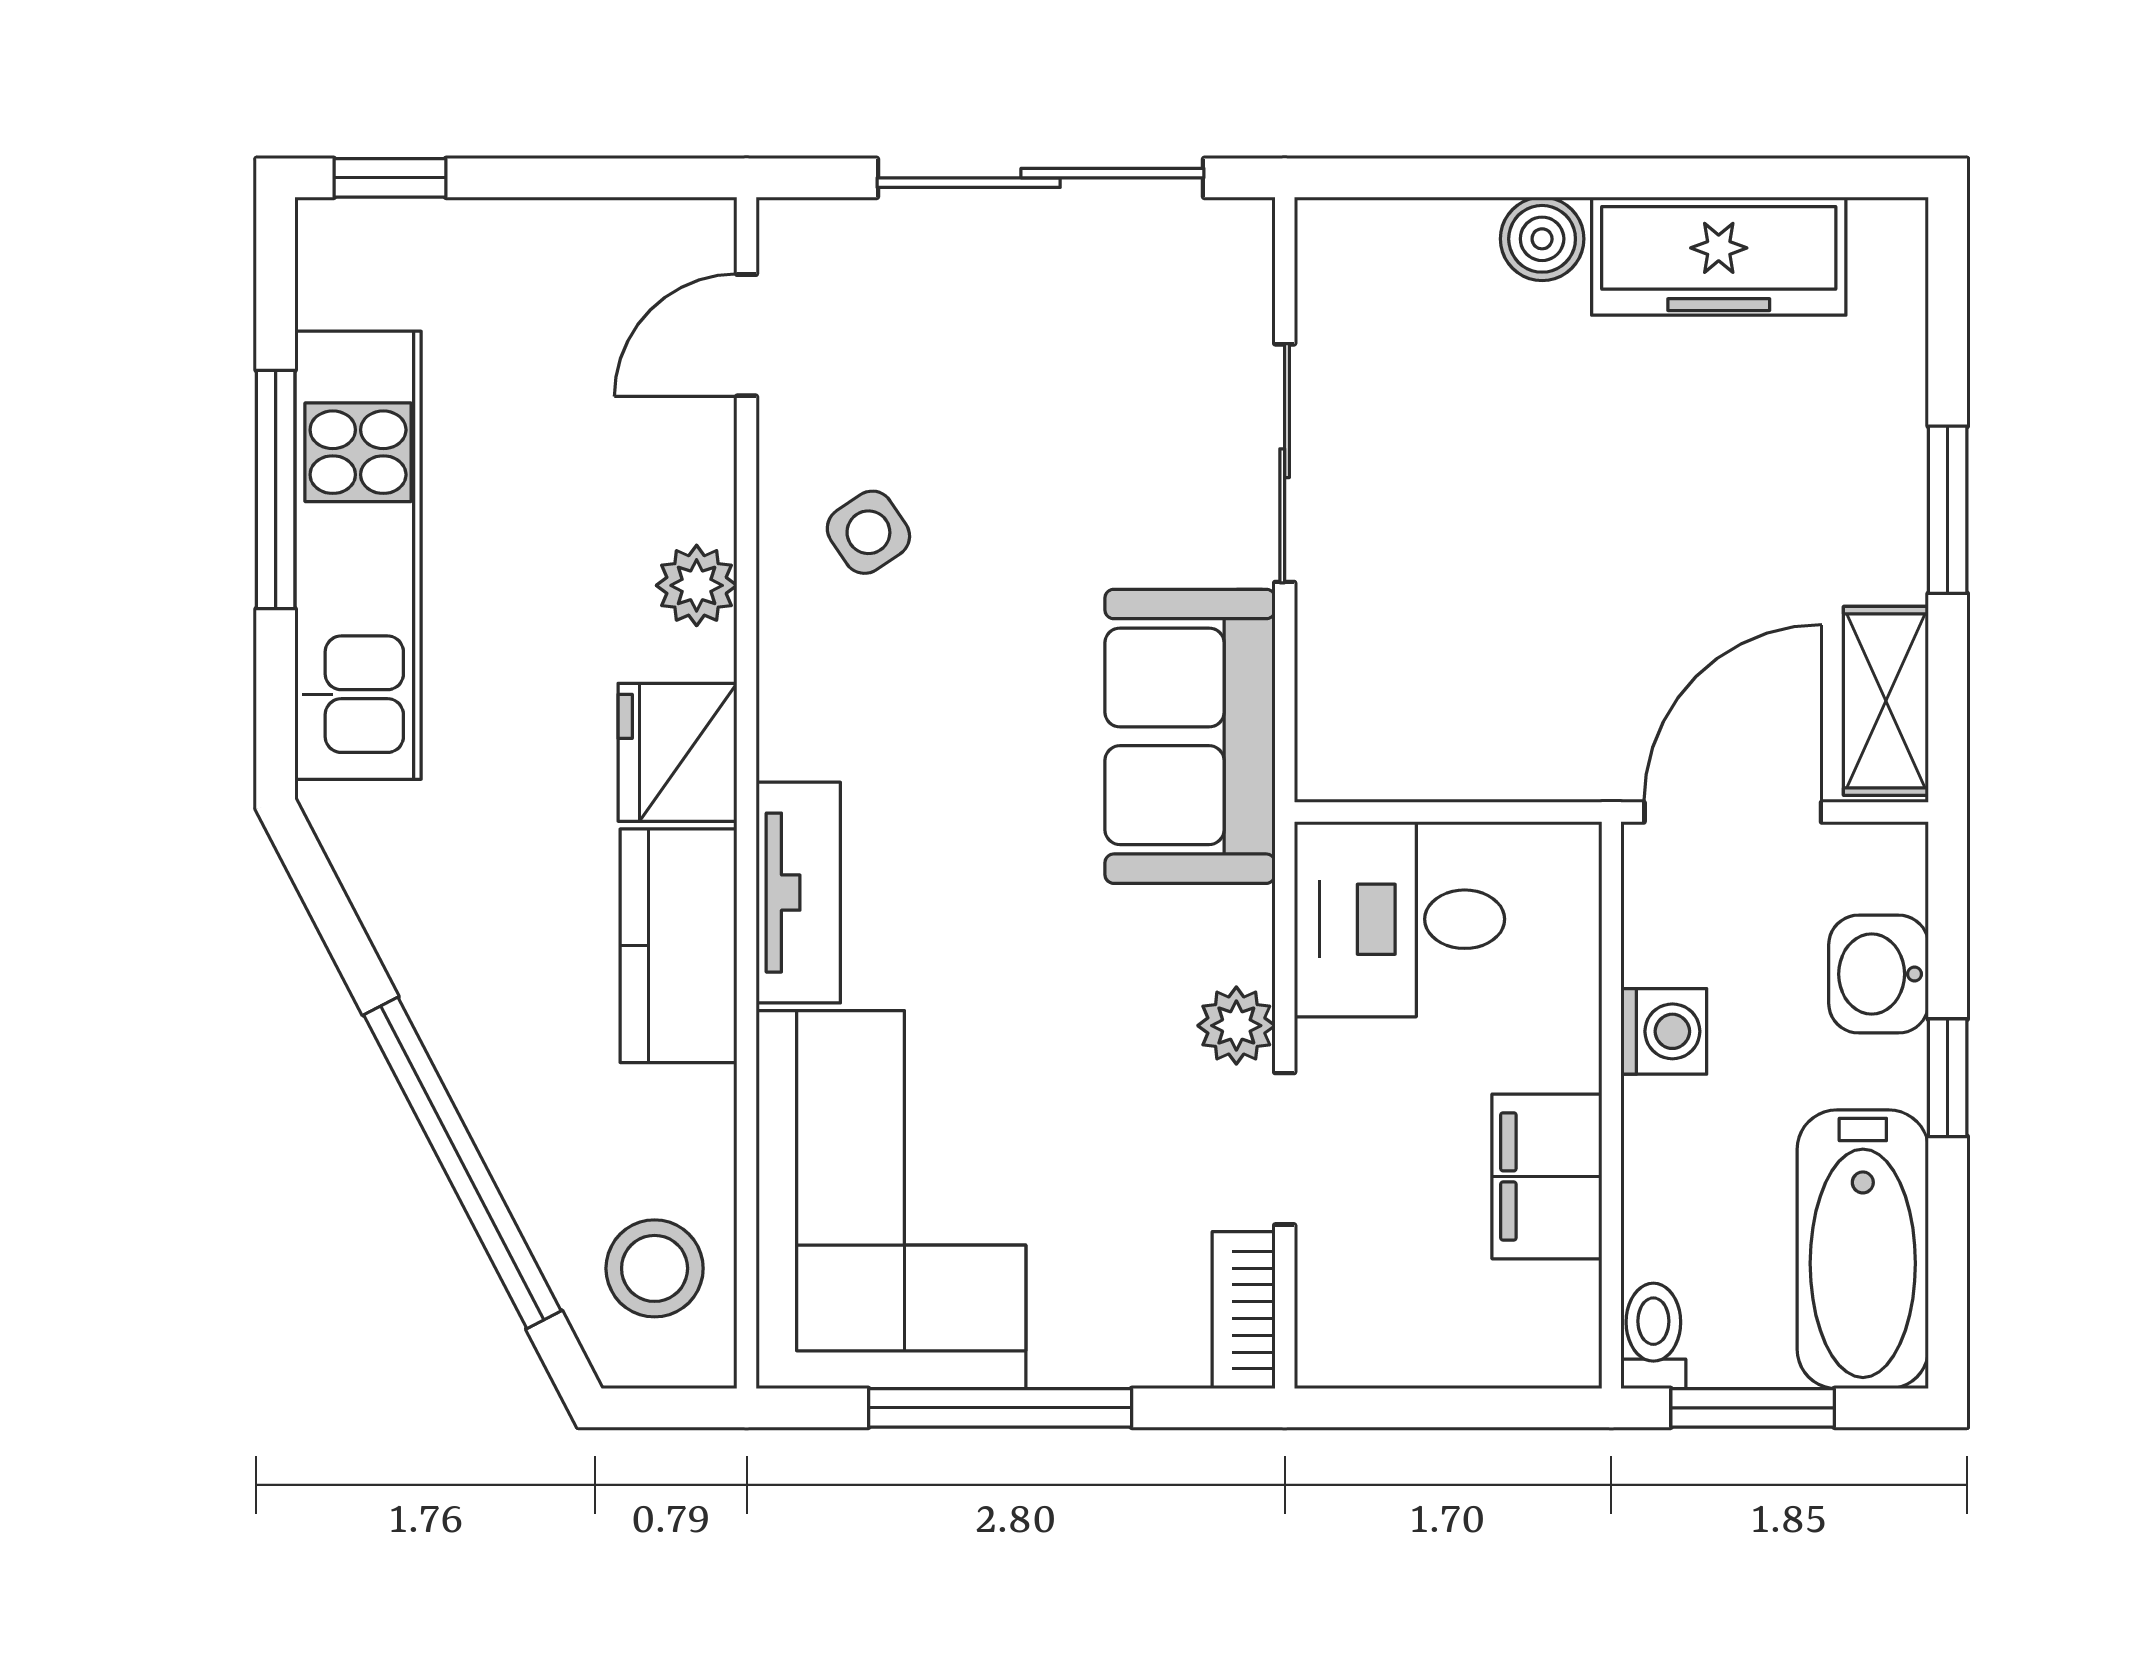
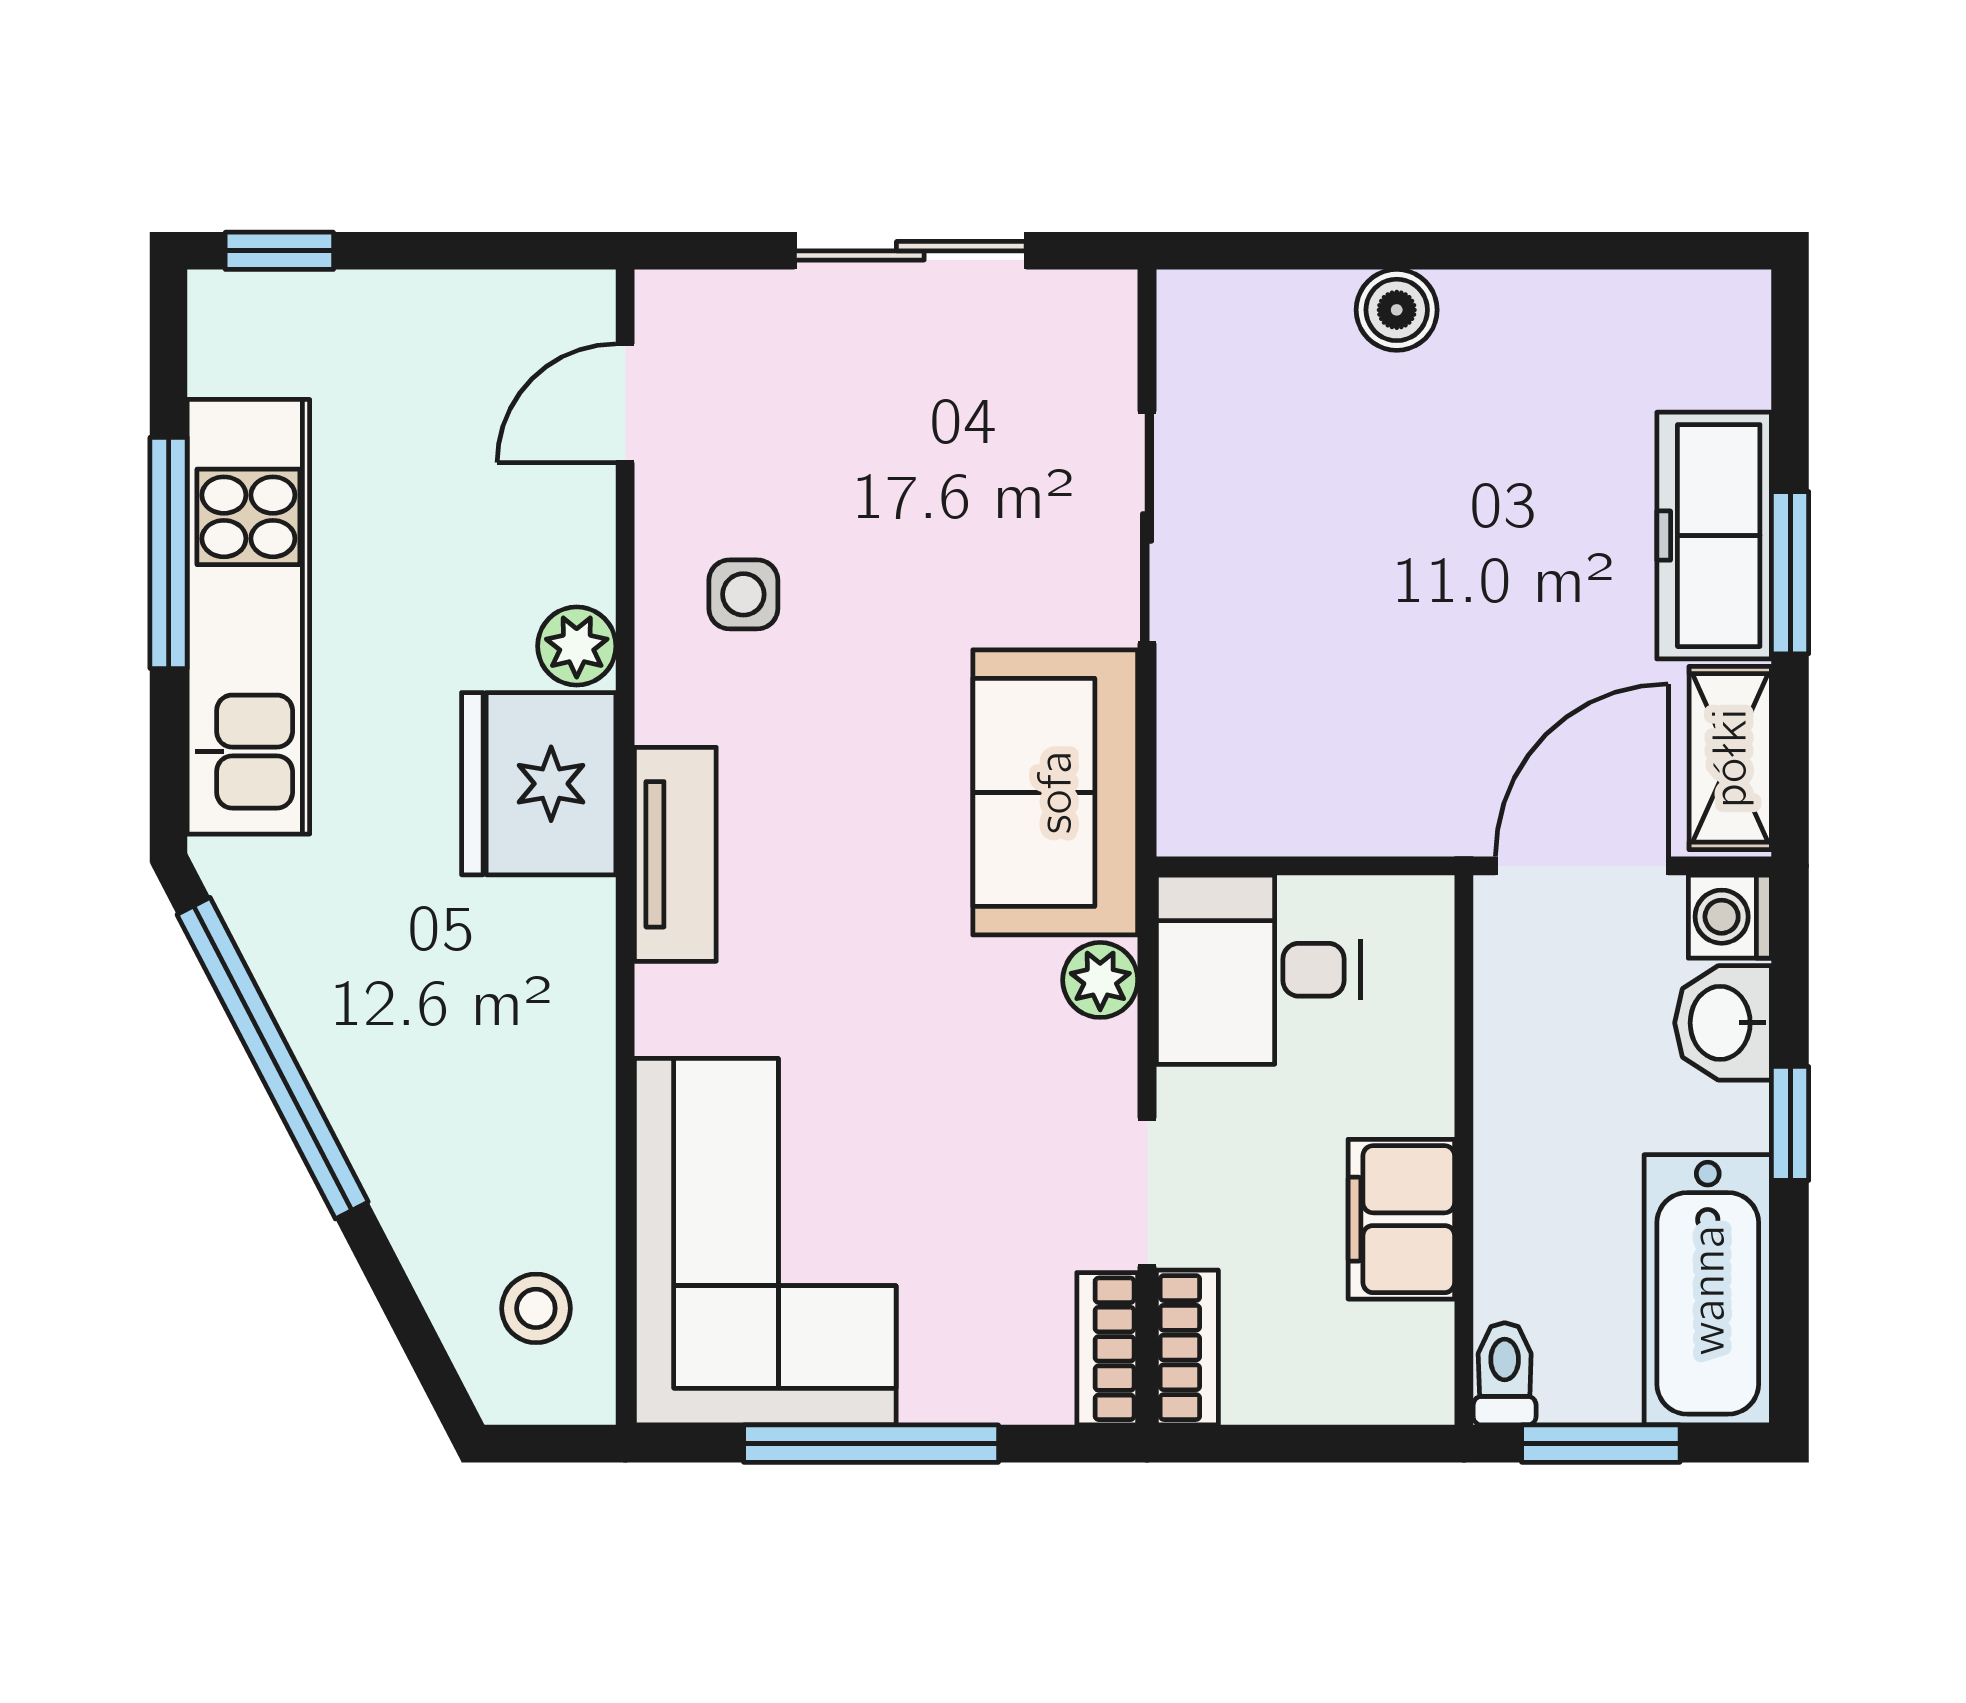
sliding door: (1041, 178) -> (910, 251), width x0.73
freezer: (1719, 256) -> (1714, 536), moved, turned 90
side table: (868, 532) -> (743, 594), turned 34
fridge: (677, 752) -> (539, 784), width x1.36, depth x1.34
tv unit: (798, 893) -> (675, 854), moved
kitchen counter: (678, 946) -> (559, 996), removed
plant: (1236, 1026) -> (1100, 980), moved
washing machine: (1664, 1031) -> (1730, 917), moved, turned 180
window: (462, 1163) -> (273, 1058), moved
stool: (655, 1268) -> (536, 1308), width x0.73, depth x0.73
bookcase: (1326, 1309) -> (1187, 1348), added

